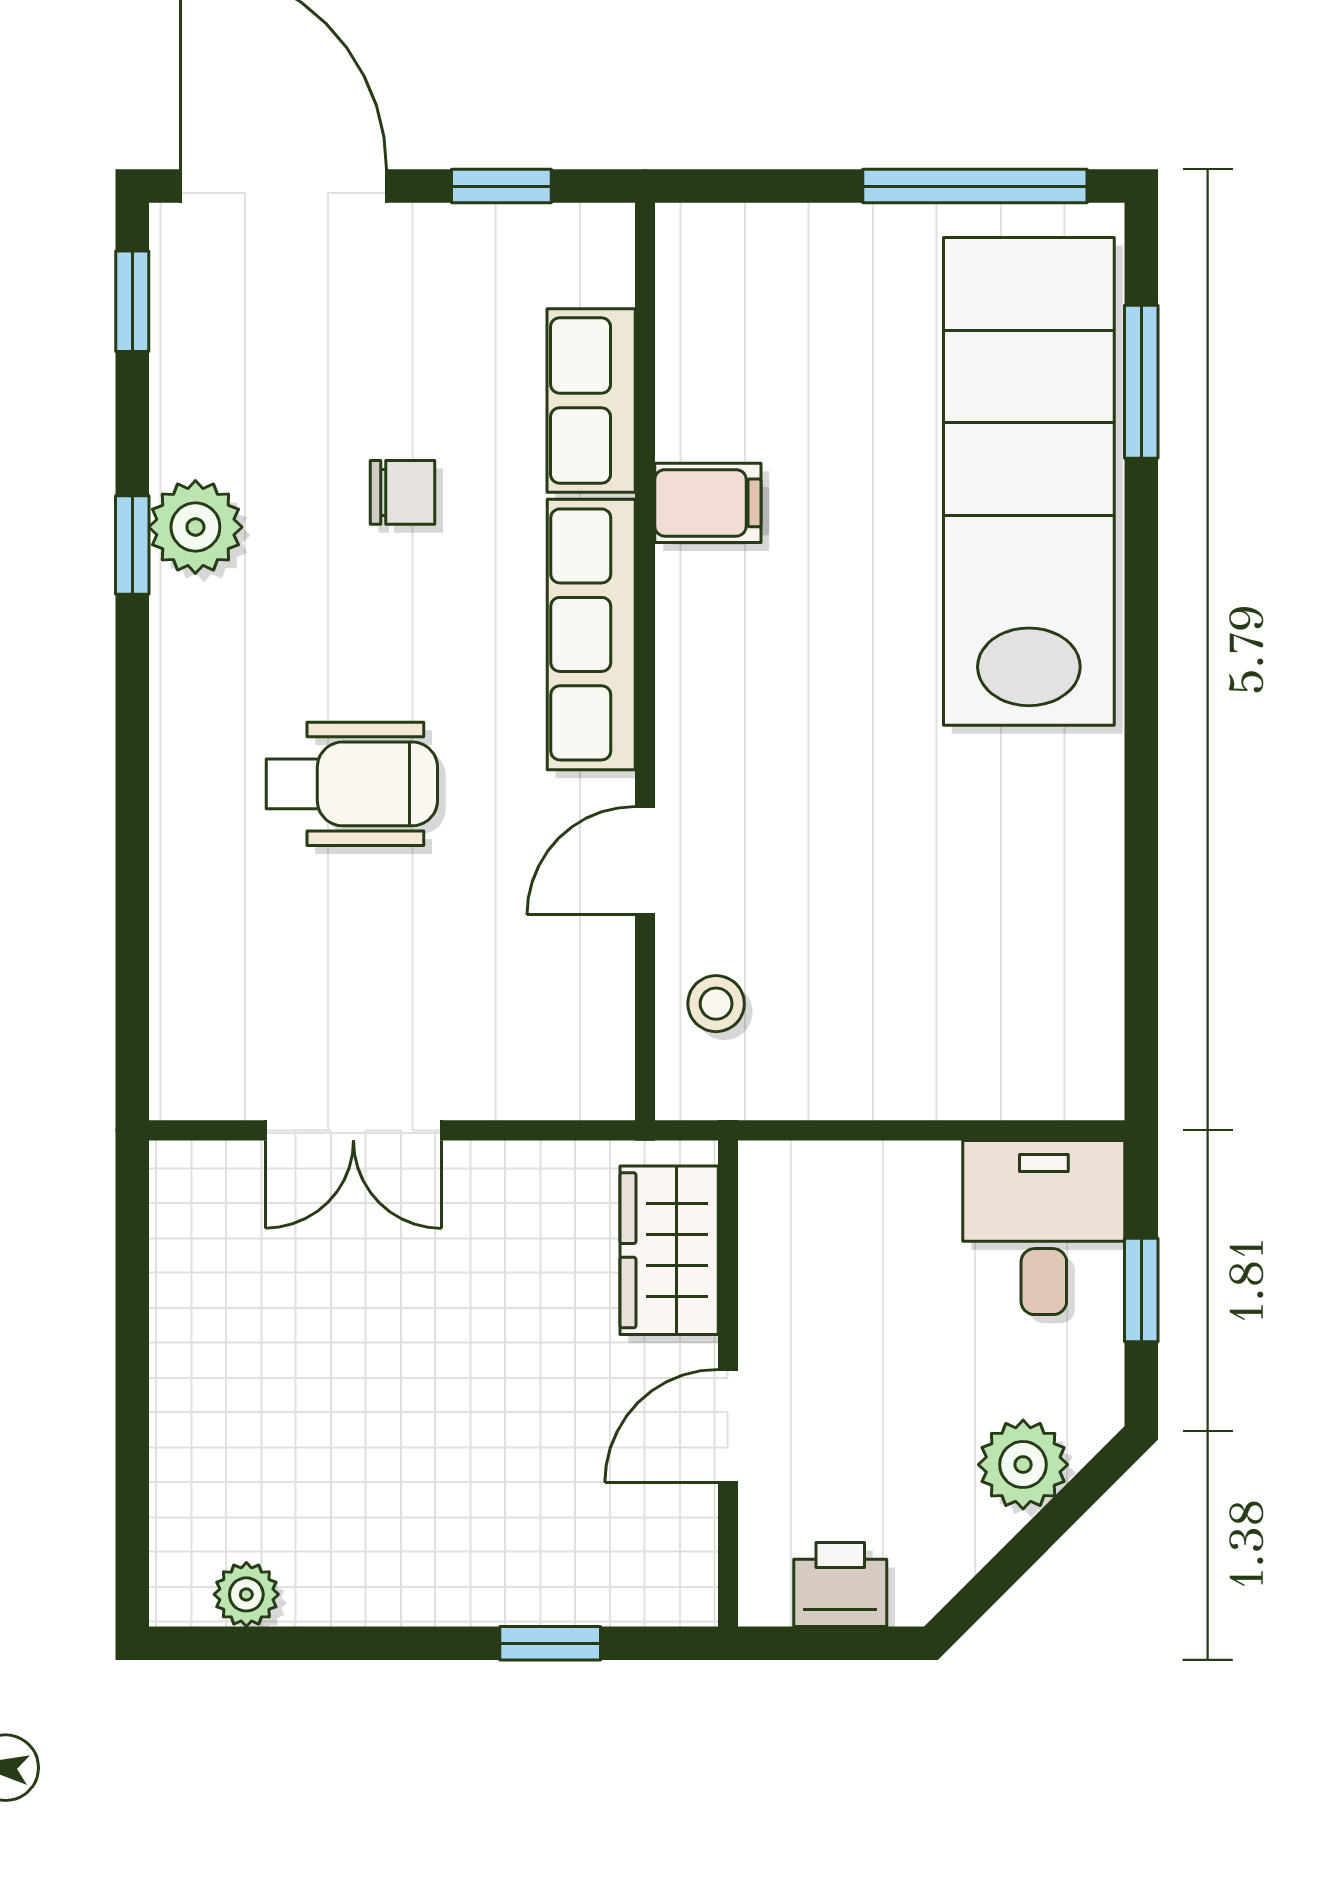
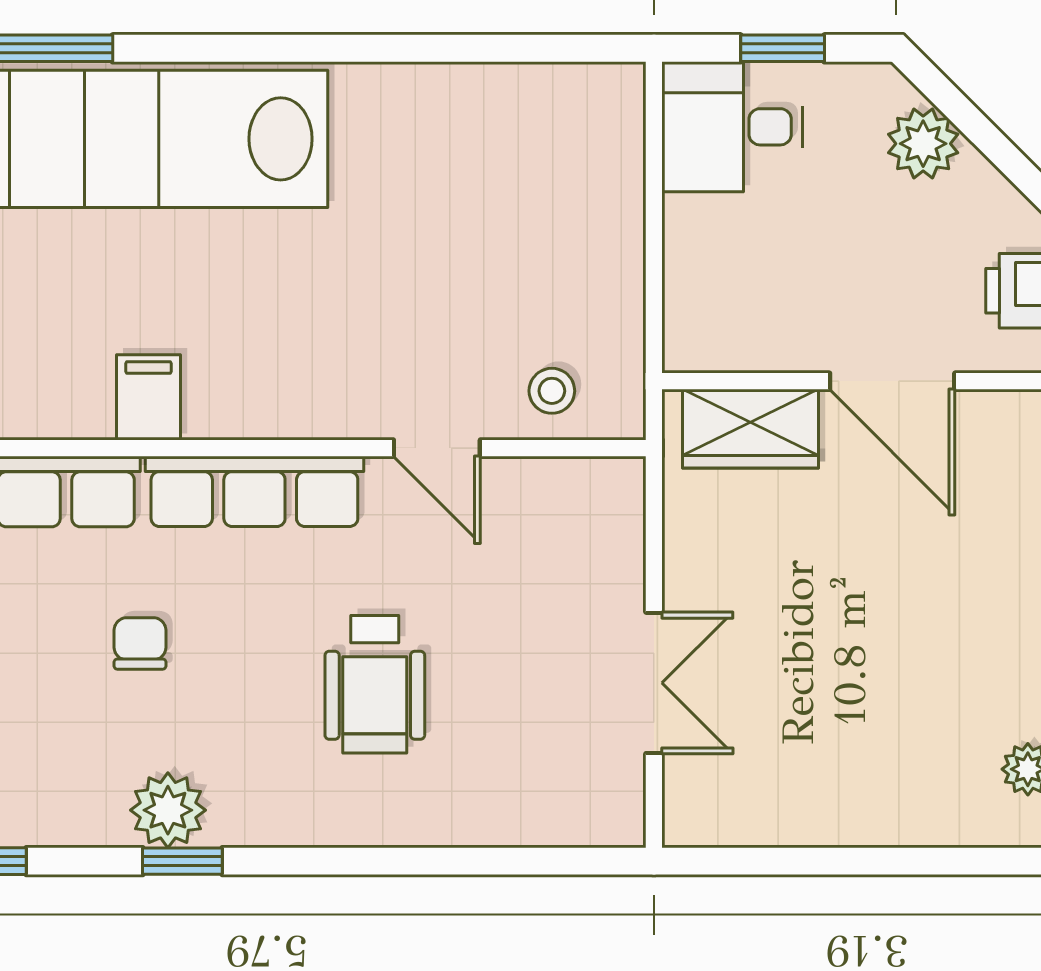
wheelchair: (352, 784) -> (375, 684), turned 180
door: (728, 1426) -> (892, 381), width x1.38

